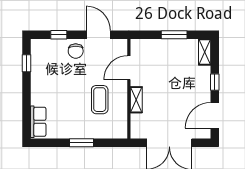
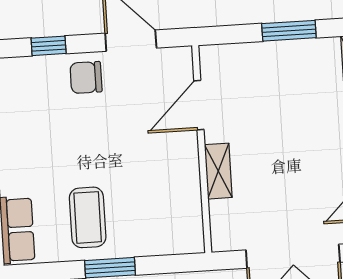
chair: (76, 51) -> (86, 77), turned 90
coffee table: (100, 100) -> (88, 217), moved

